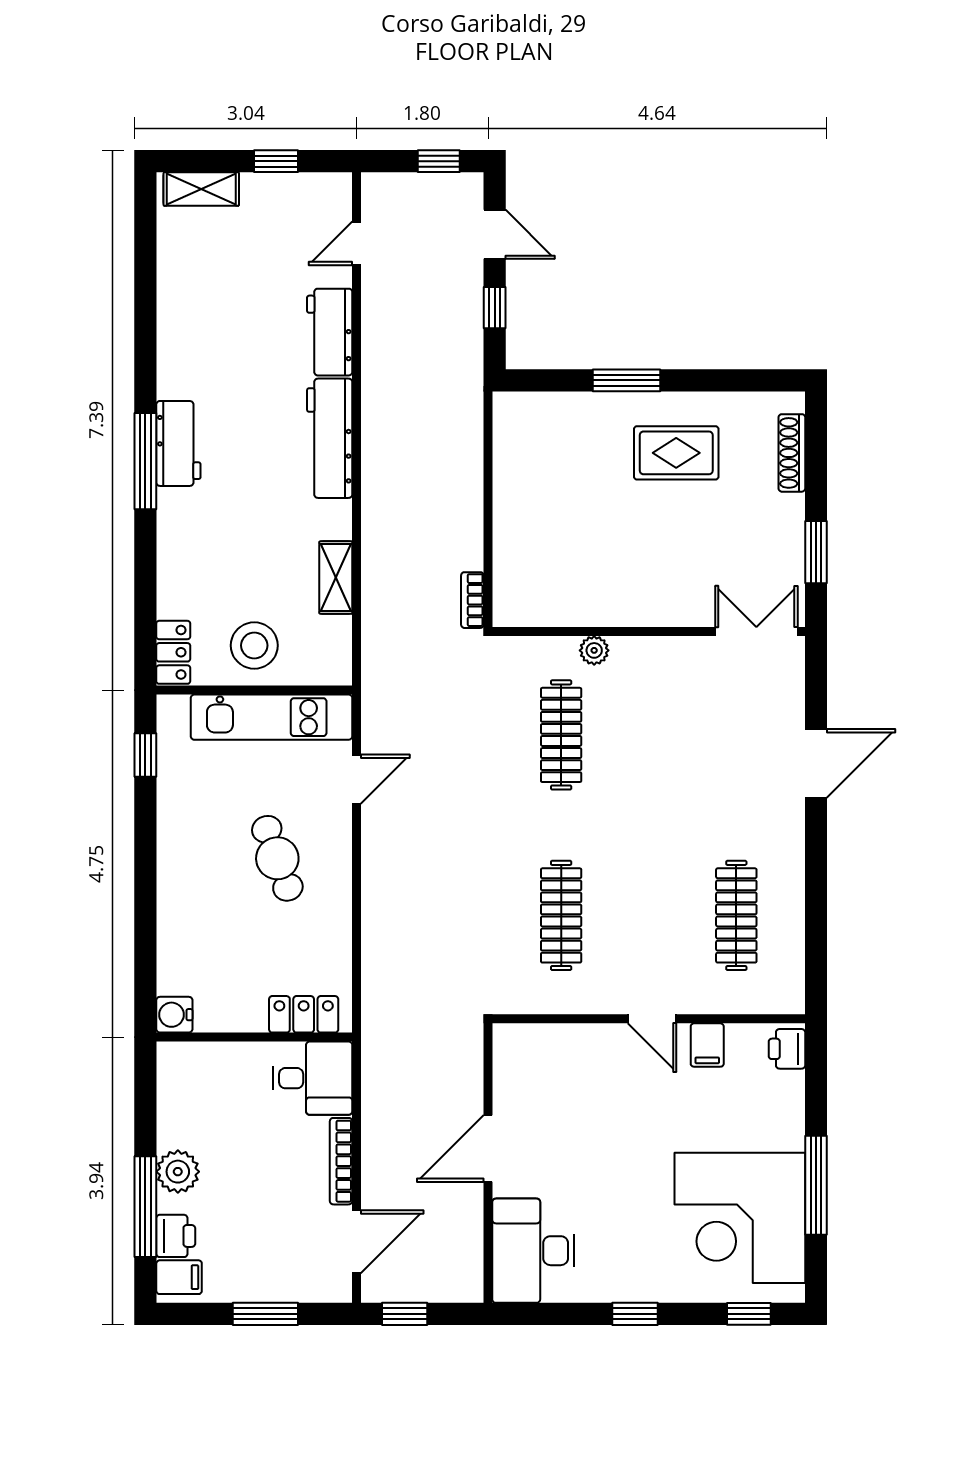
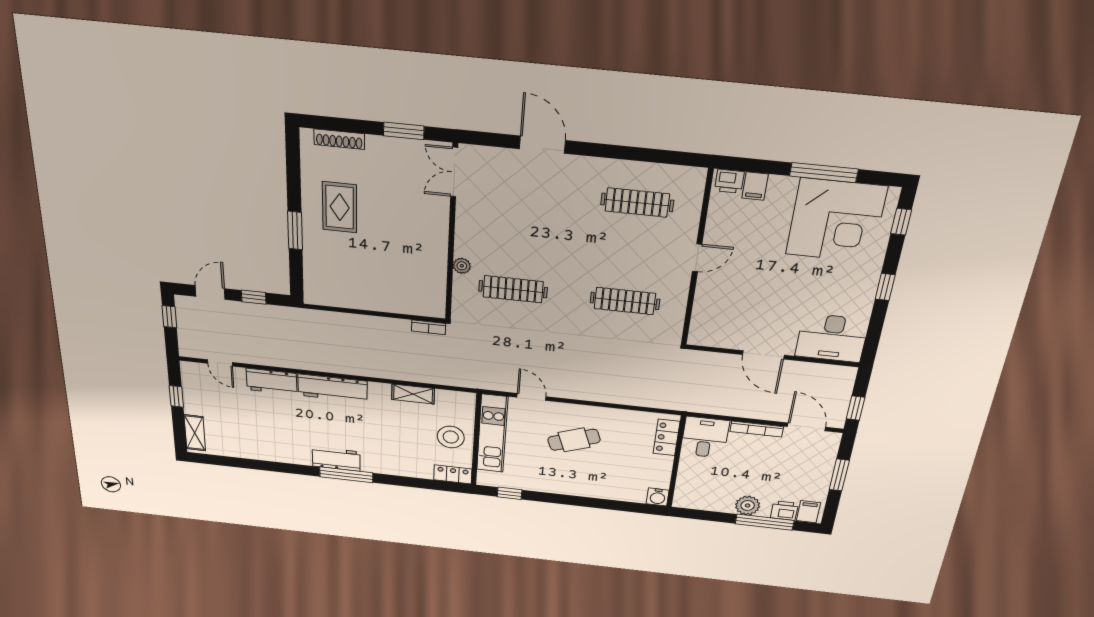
filing cabinet: (707, 1045) -> (755, 186), moved, turned 90

